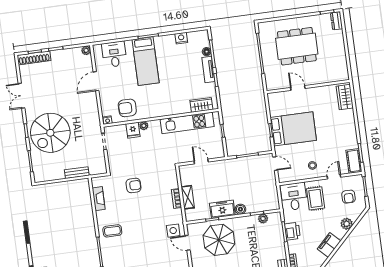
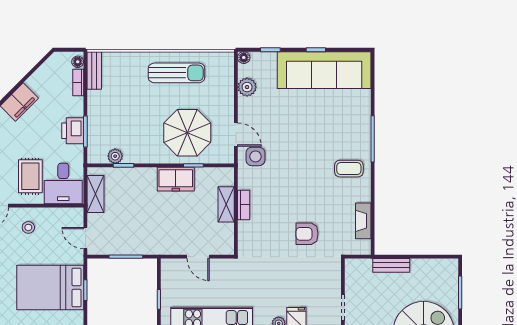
shelving: (272, 193) -> (95, 194), added
boiler: (240, 209) -> (148, 175), removed

